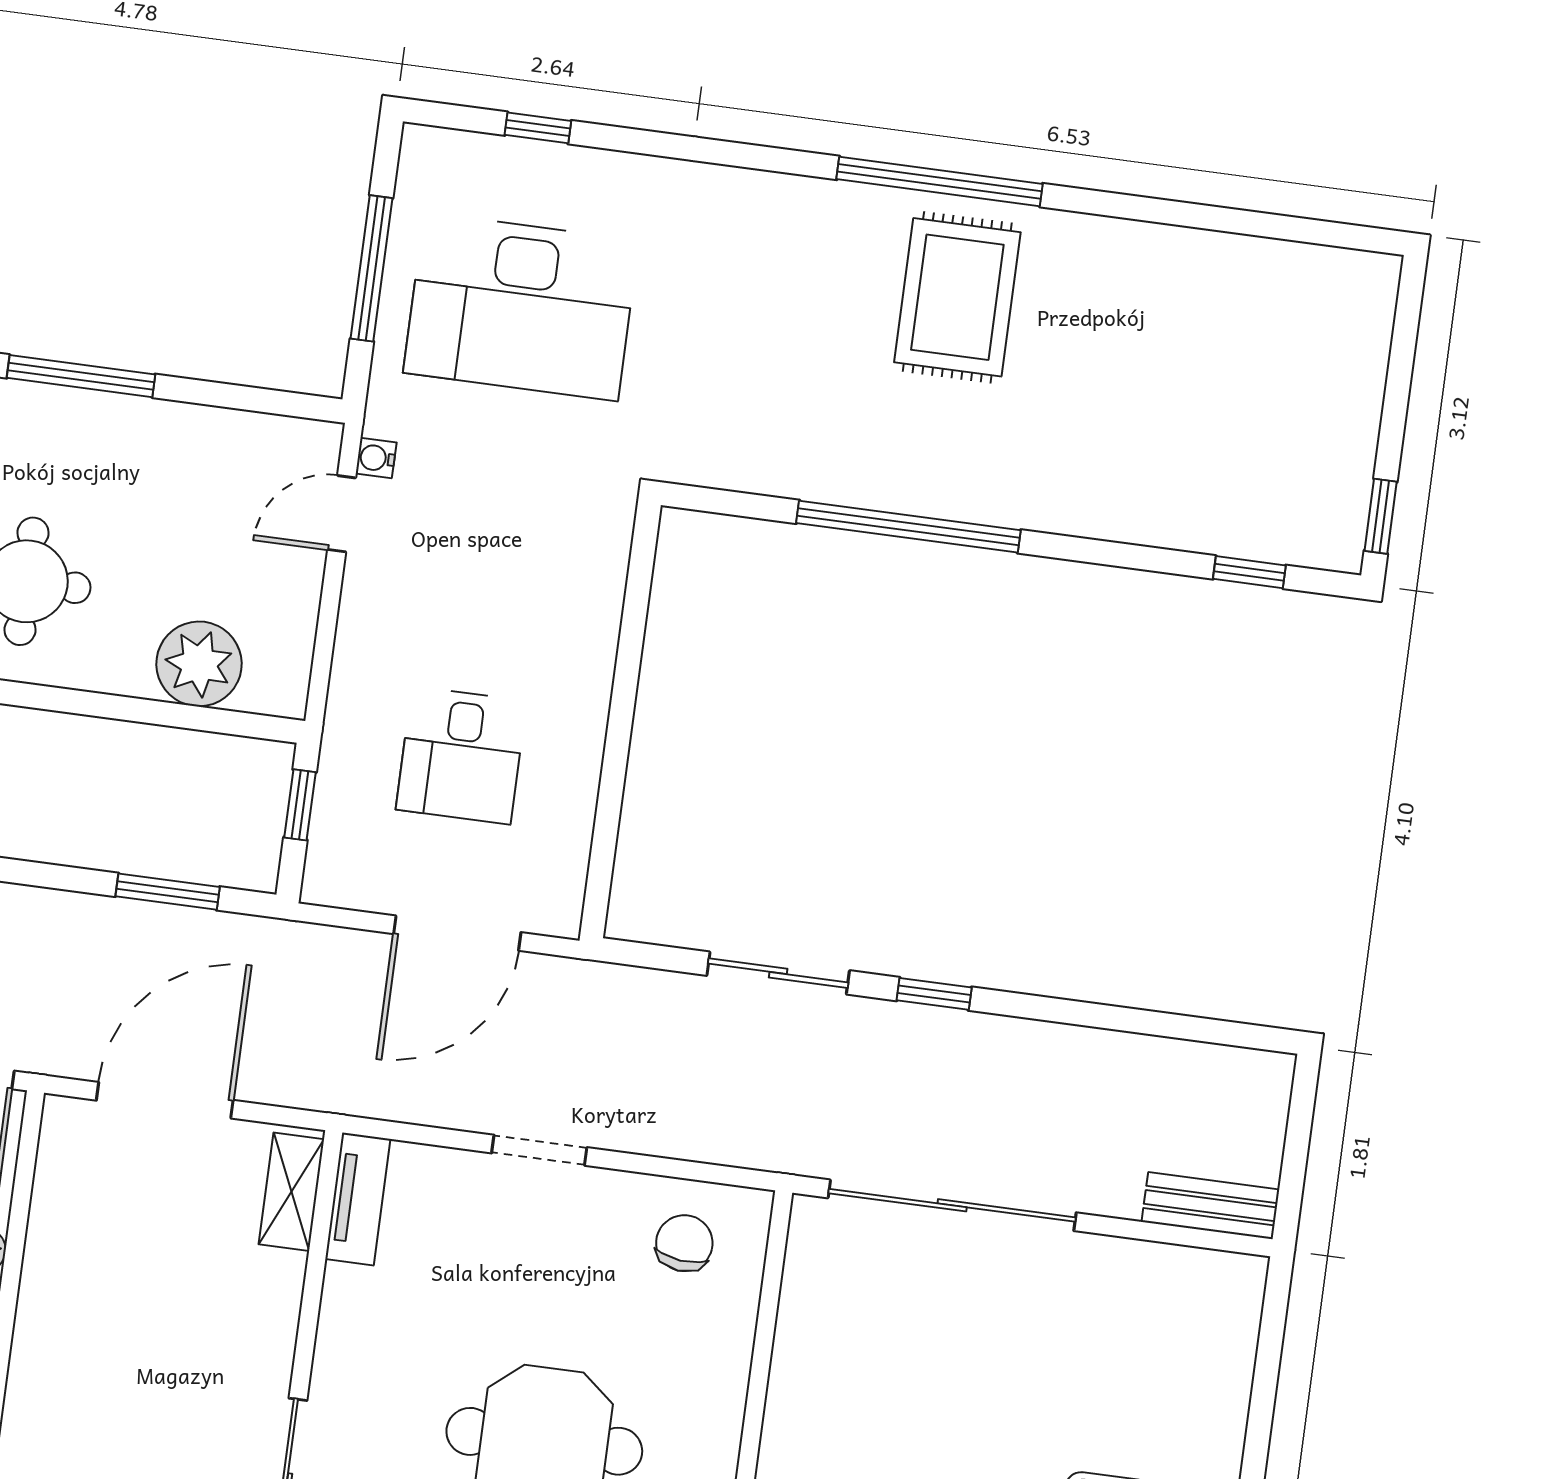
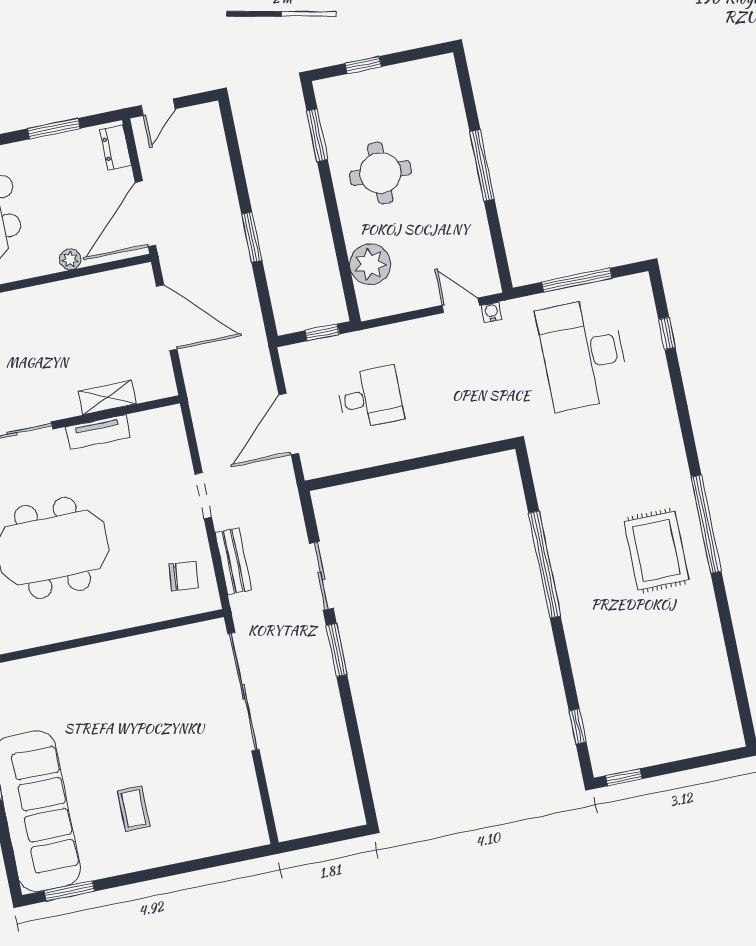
rug: (957, 297) -> (656, 551), turned 90
desk: (461, 755) -> (370, 398), turned 180
window: (168, 892) -> (252, 237), moved
door: (457, 933) -> (289, 424), hinge flipped
window: (934, 994) -> (337, 650), width x1.50
shelving: (291, 1192) -> (107, 397), moved
tv unit: (358, 1199) -> (98, 432), moved
bench: (1210, 1206) -> (233, 561), moved

